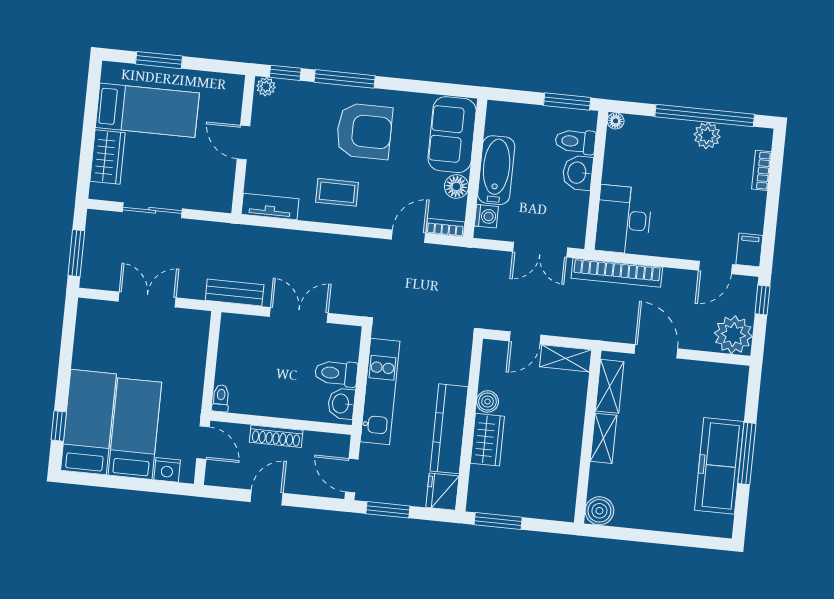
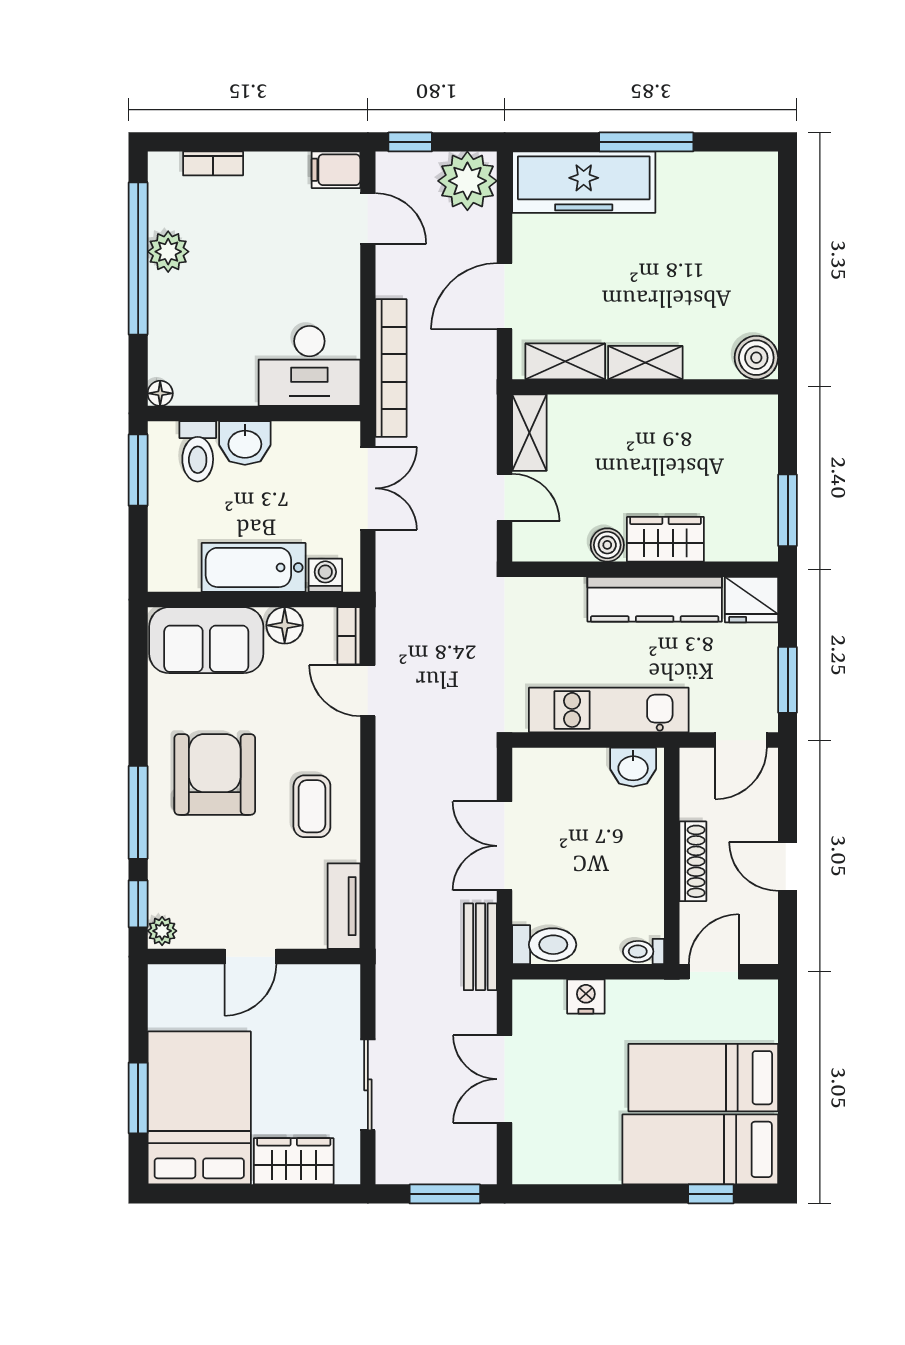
bed: (147, 110) -> (199, 1108), width x1.50
toilet: (336, 373) -> (544, 945), moved, turned -90
freezer: (719, 466) -> (584, 182), moved
nightstand: (167, 470) -> (586, 997), moved, turned -90

